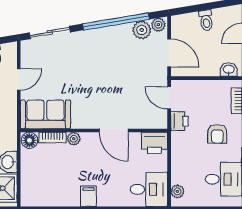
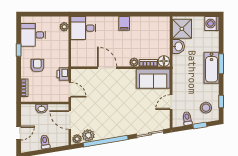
washbasin: (229, 70) -> (42, 109), moved
printer: (155, 143) -> (80, 59), removed

